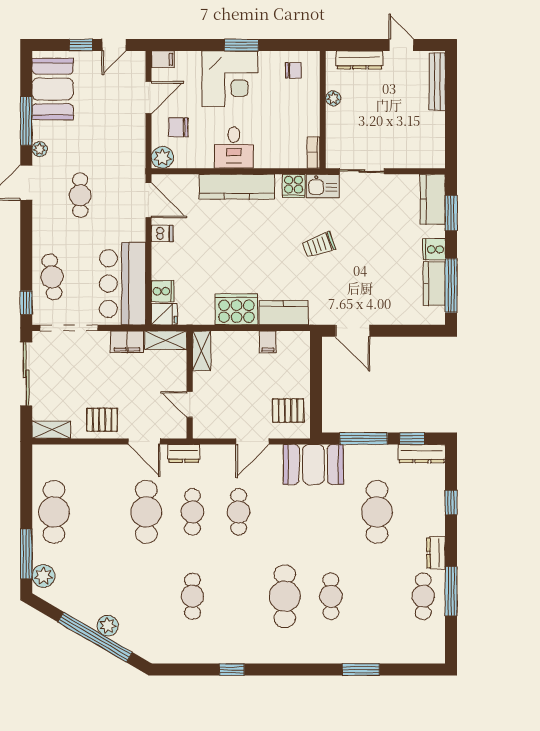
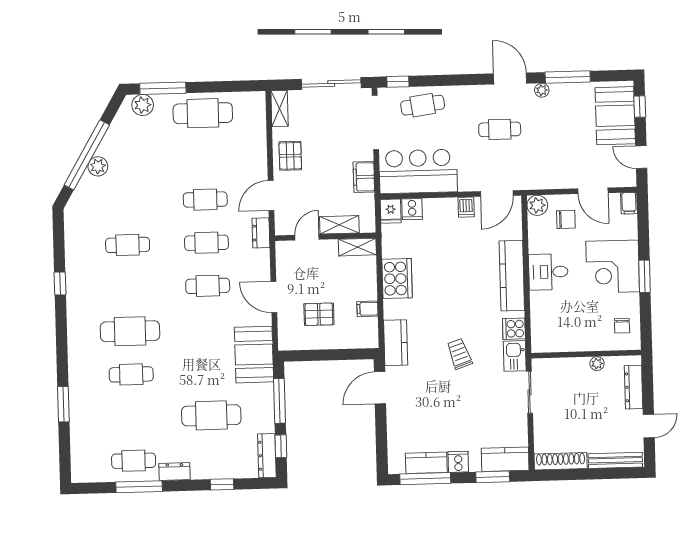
window: (81, 45) -> (640, 107), moved
booth: (53, 89) -> (615, 116), moved, turned 90
chair: (178, 127) -> (566, 219), turned 90
shoe rack: (436, 140) -> (561, 461), added
bookcase: (314, 152) -> (546, 347), removed
kitchen counter: (284, 313) -> (396, 343), moved
shelving: (166, 340) -> (339, 225), moved, turned 90
pallet: (288, 411) -> (319, 314), moved, turned 90
cafe table: (146, 512) -> (205, 200), width x0.73, depth x0.74

